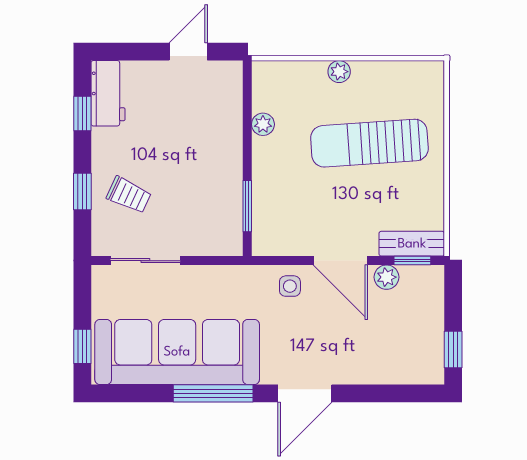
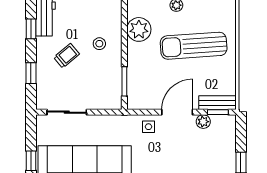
plant: (263, 124) -> (139, 29), width x1.87, depth x1.87
stool: (203, 139) -> (99, 44), added
trolley: (129, 195) -> (67, 56), moved, turned -65
door: (340, 261) -> (177, 112), swing flipped

